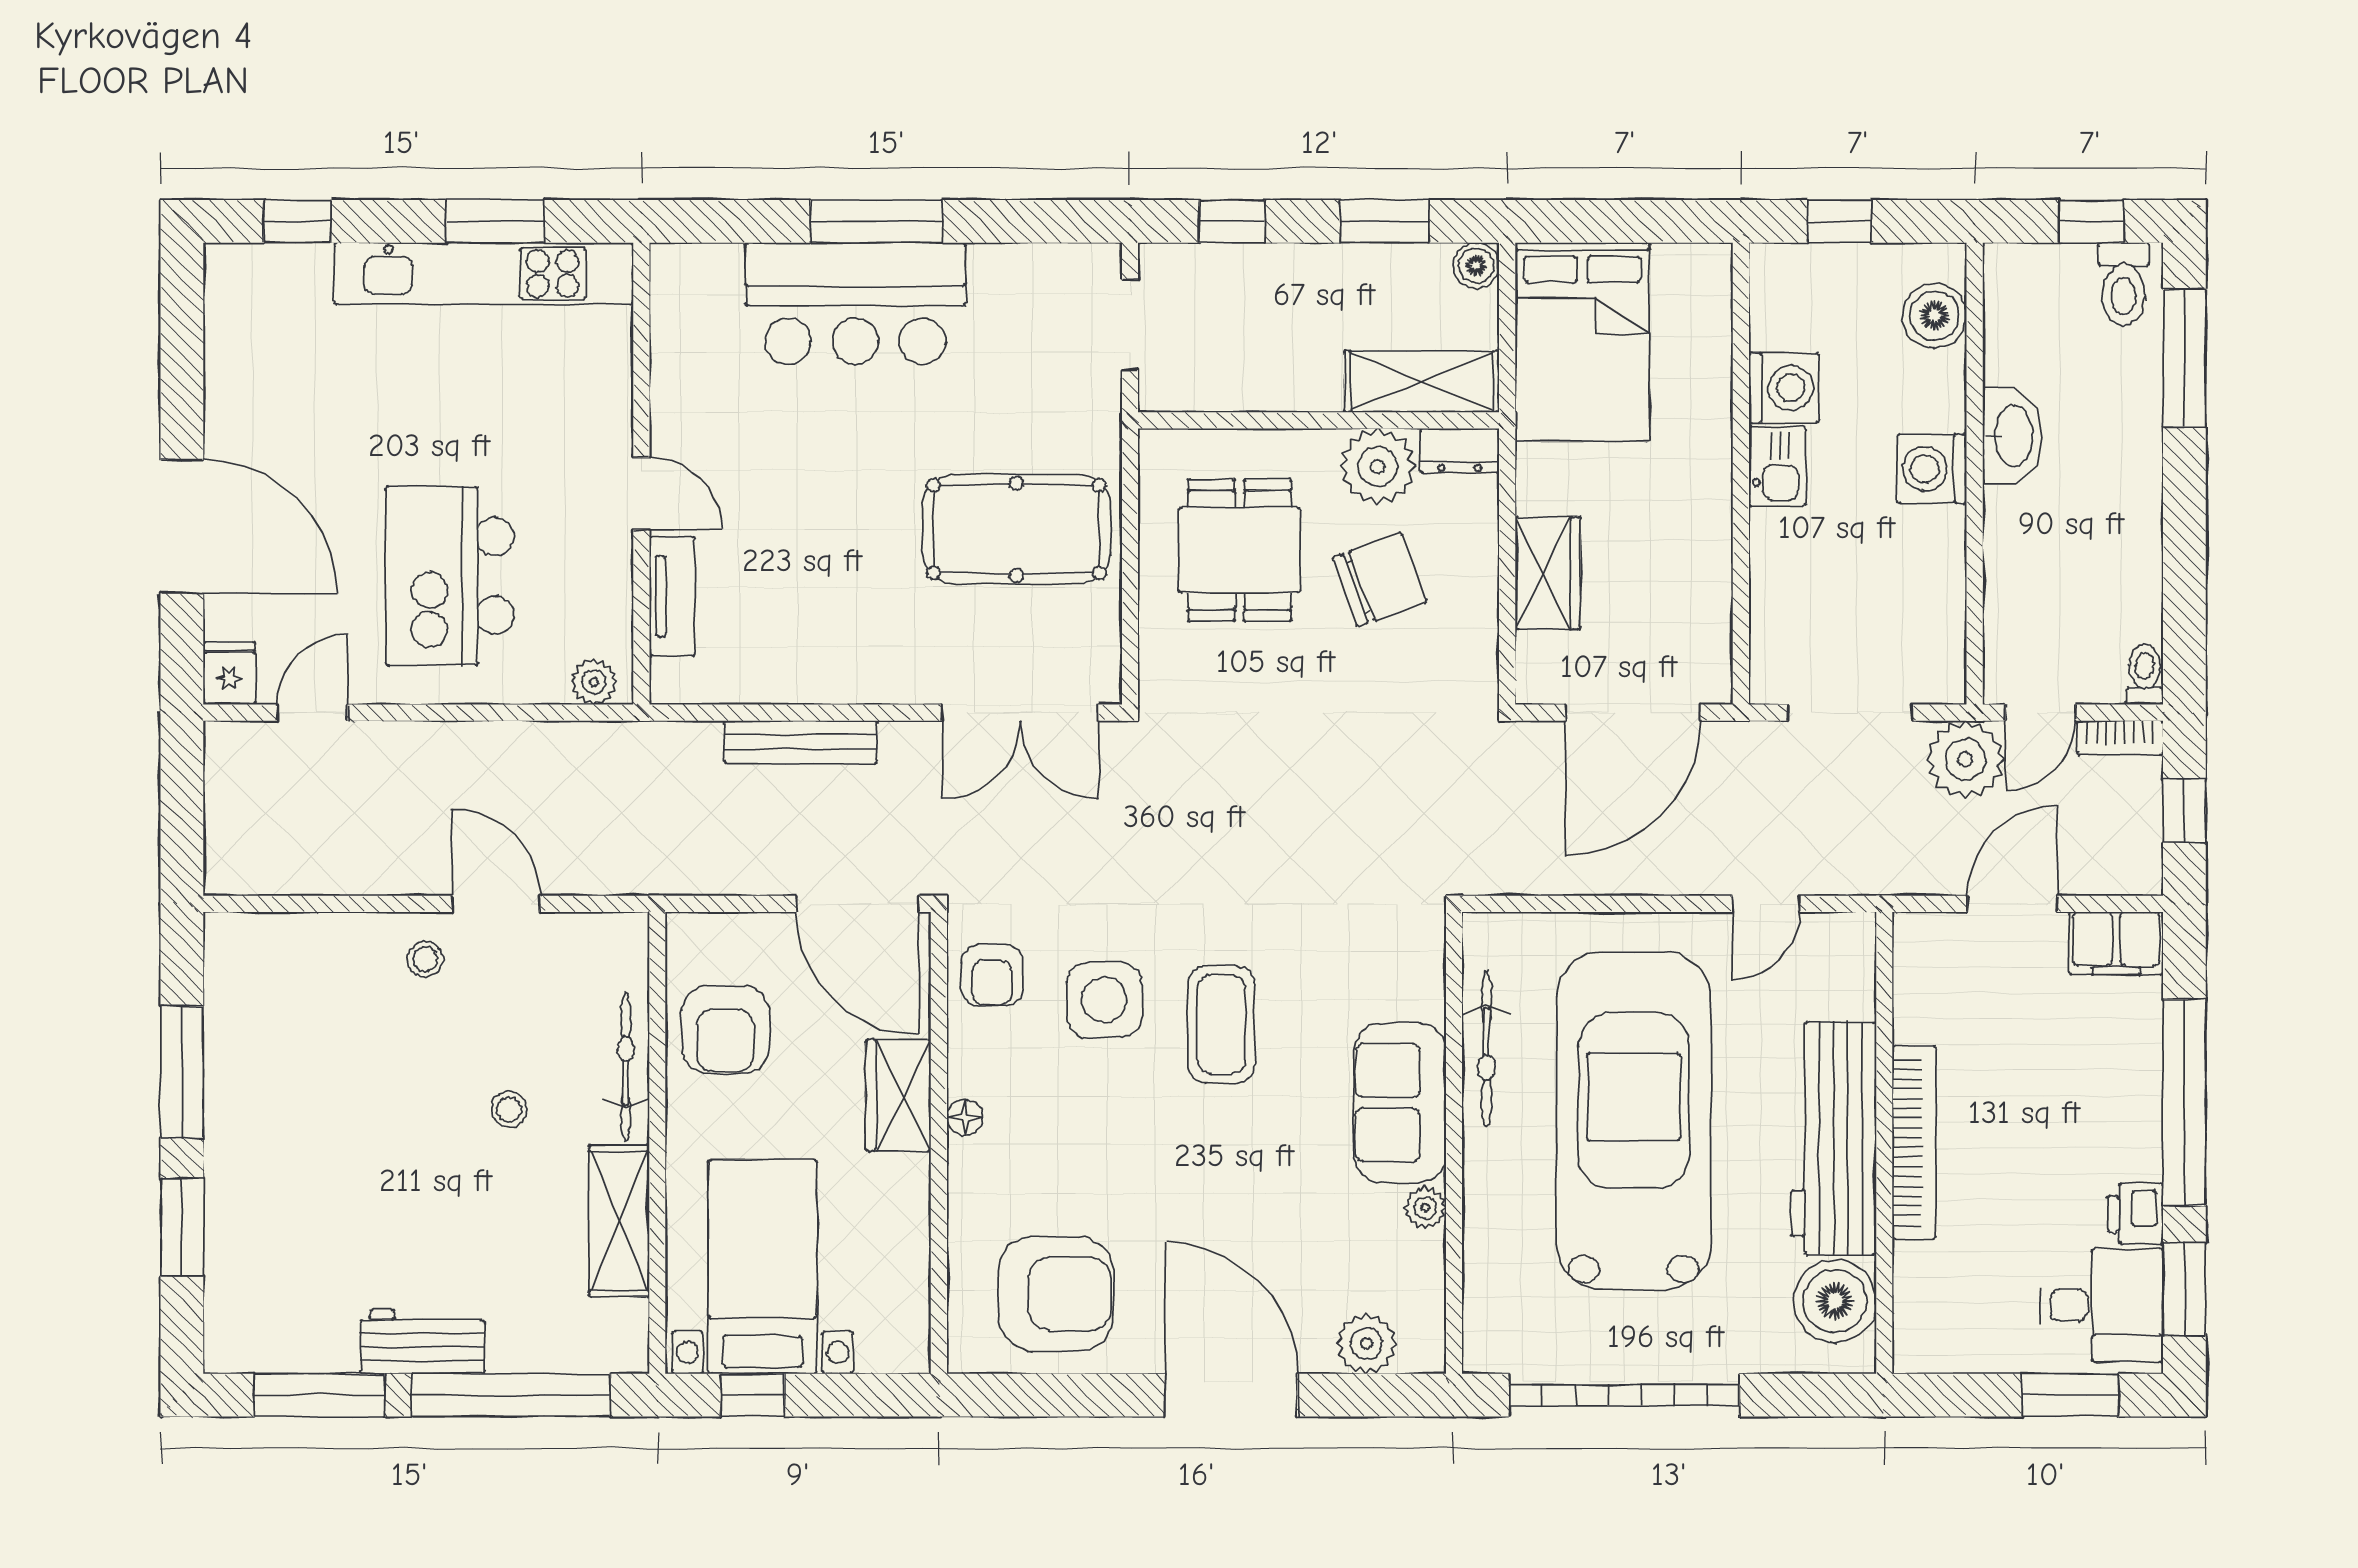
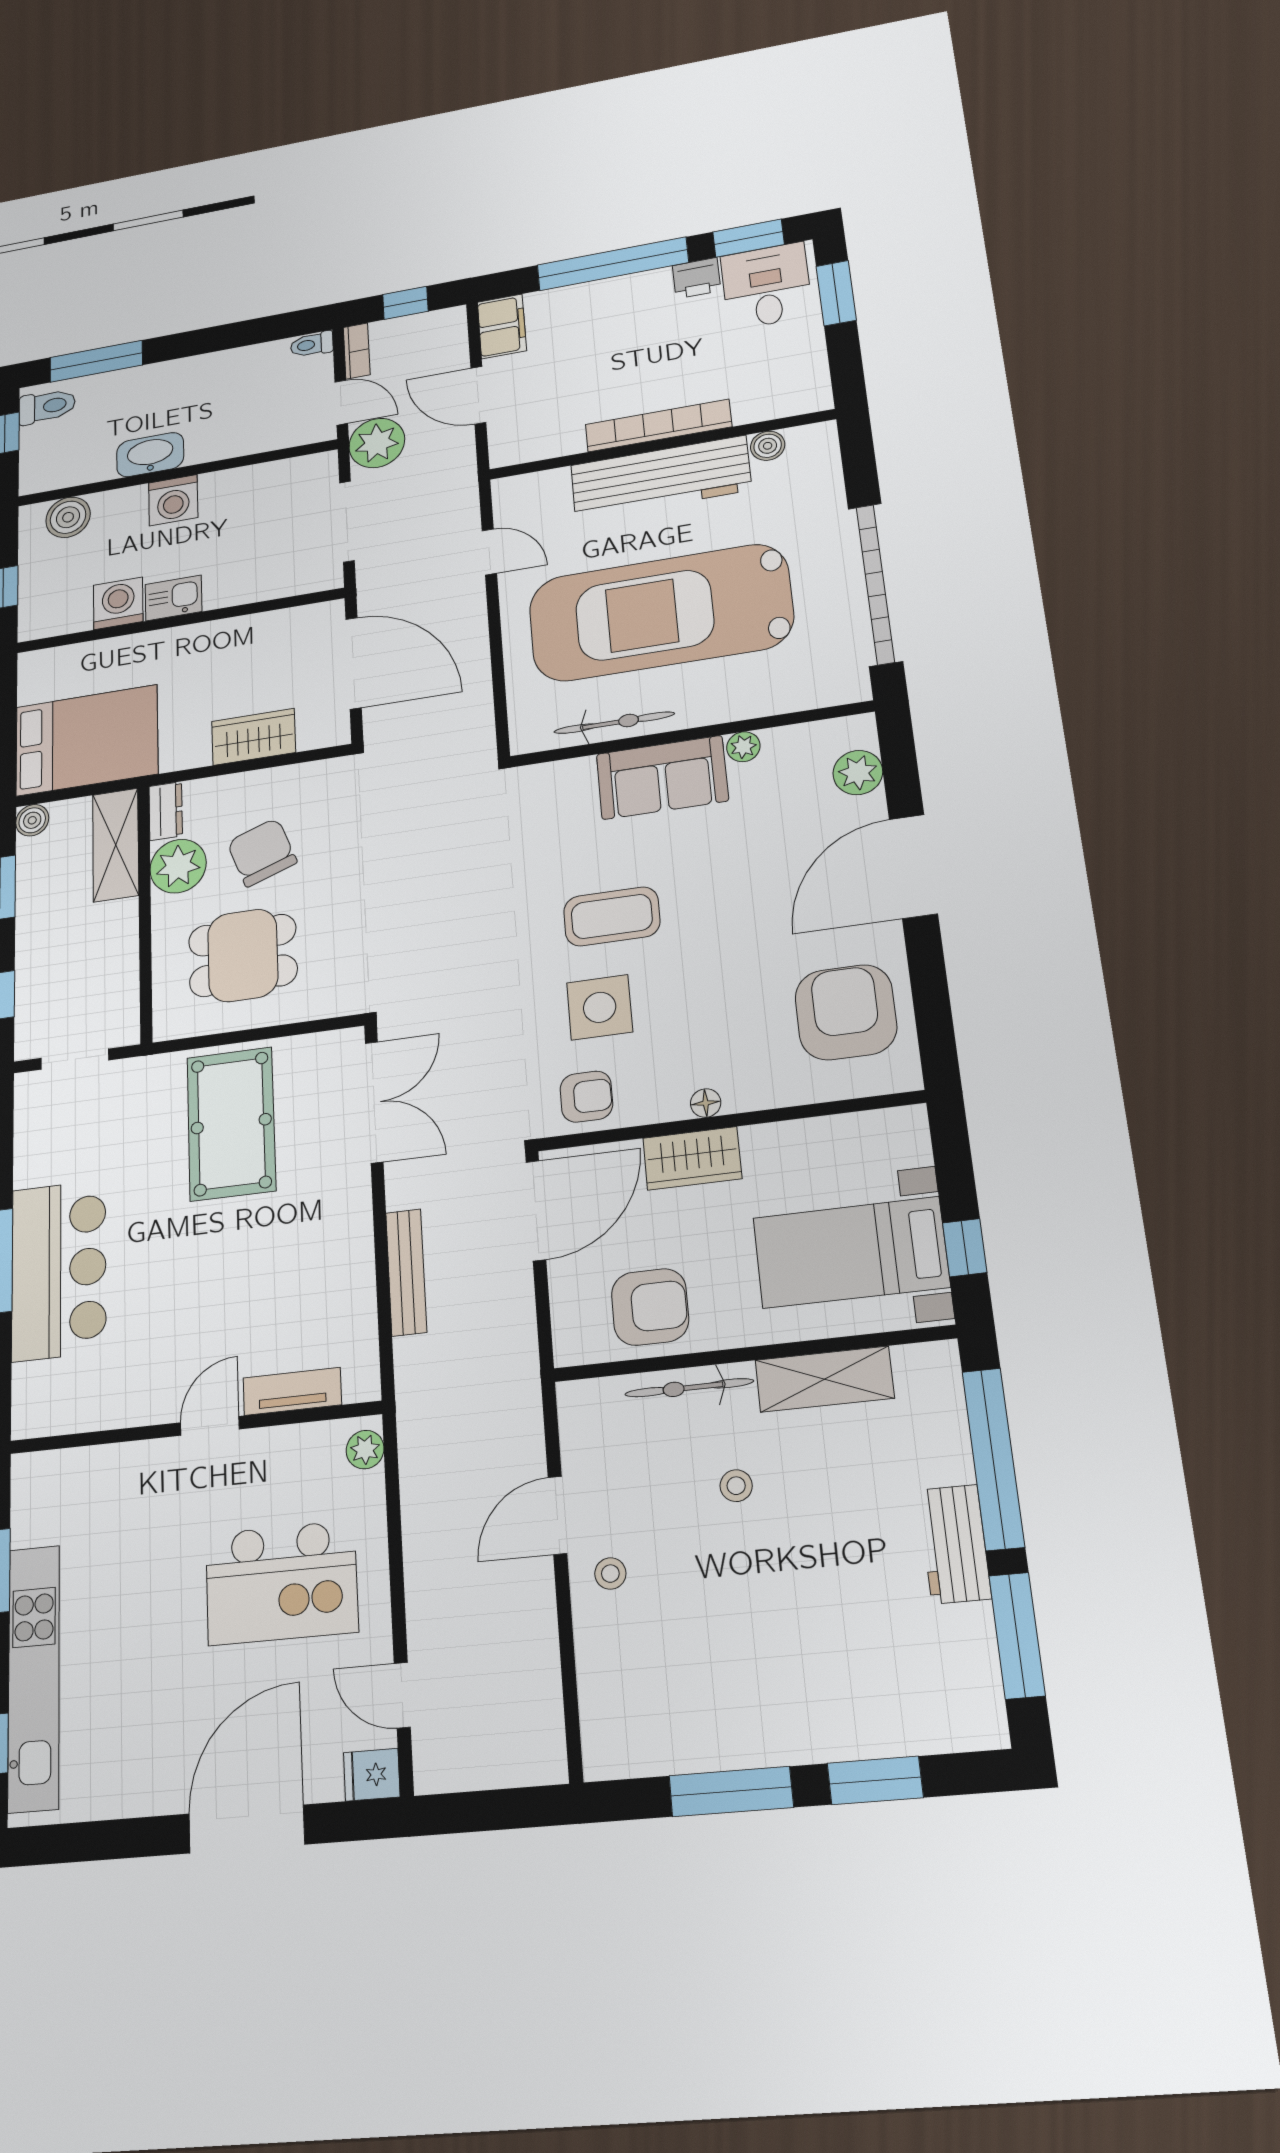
kitchen unit: (484, 273) -> (34, 1677), moved
boiler: (1835, 1301) -> (768, 446), width x0.54, depth x0.54

